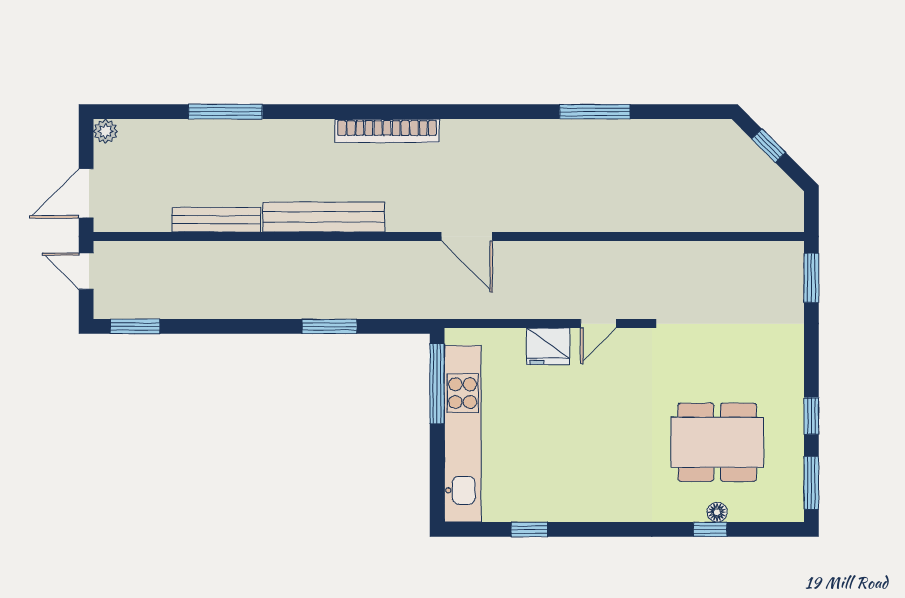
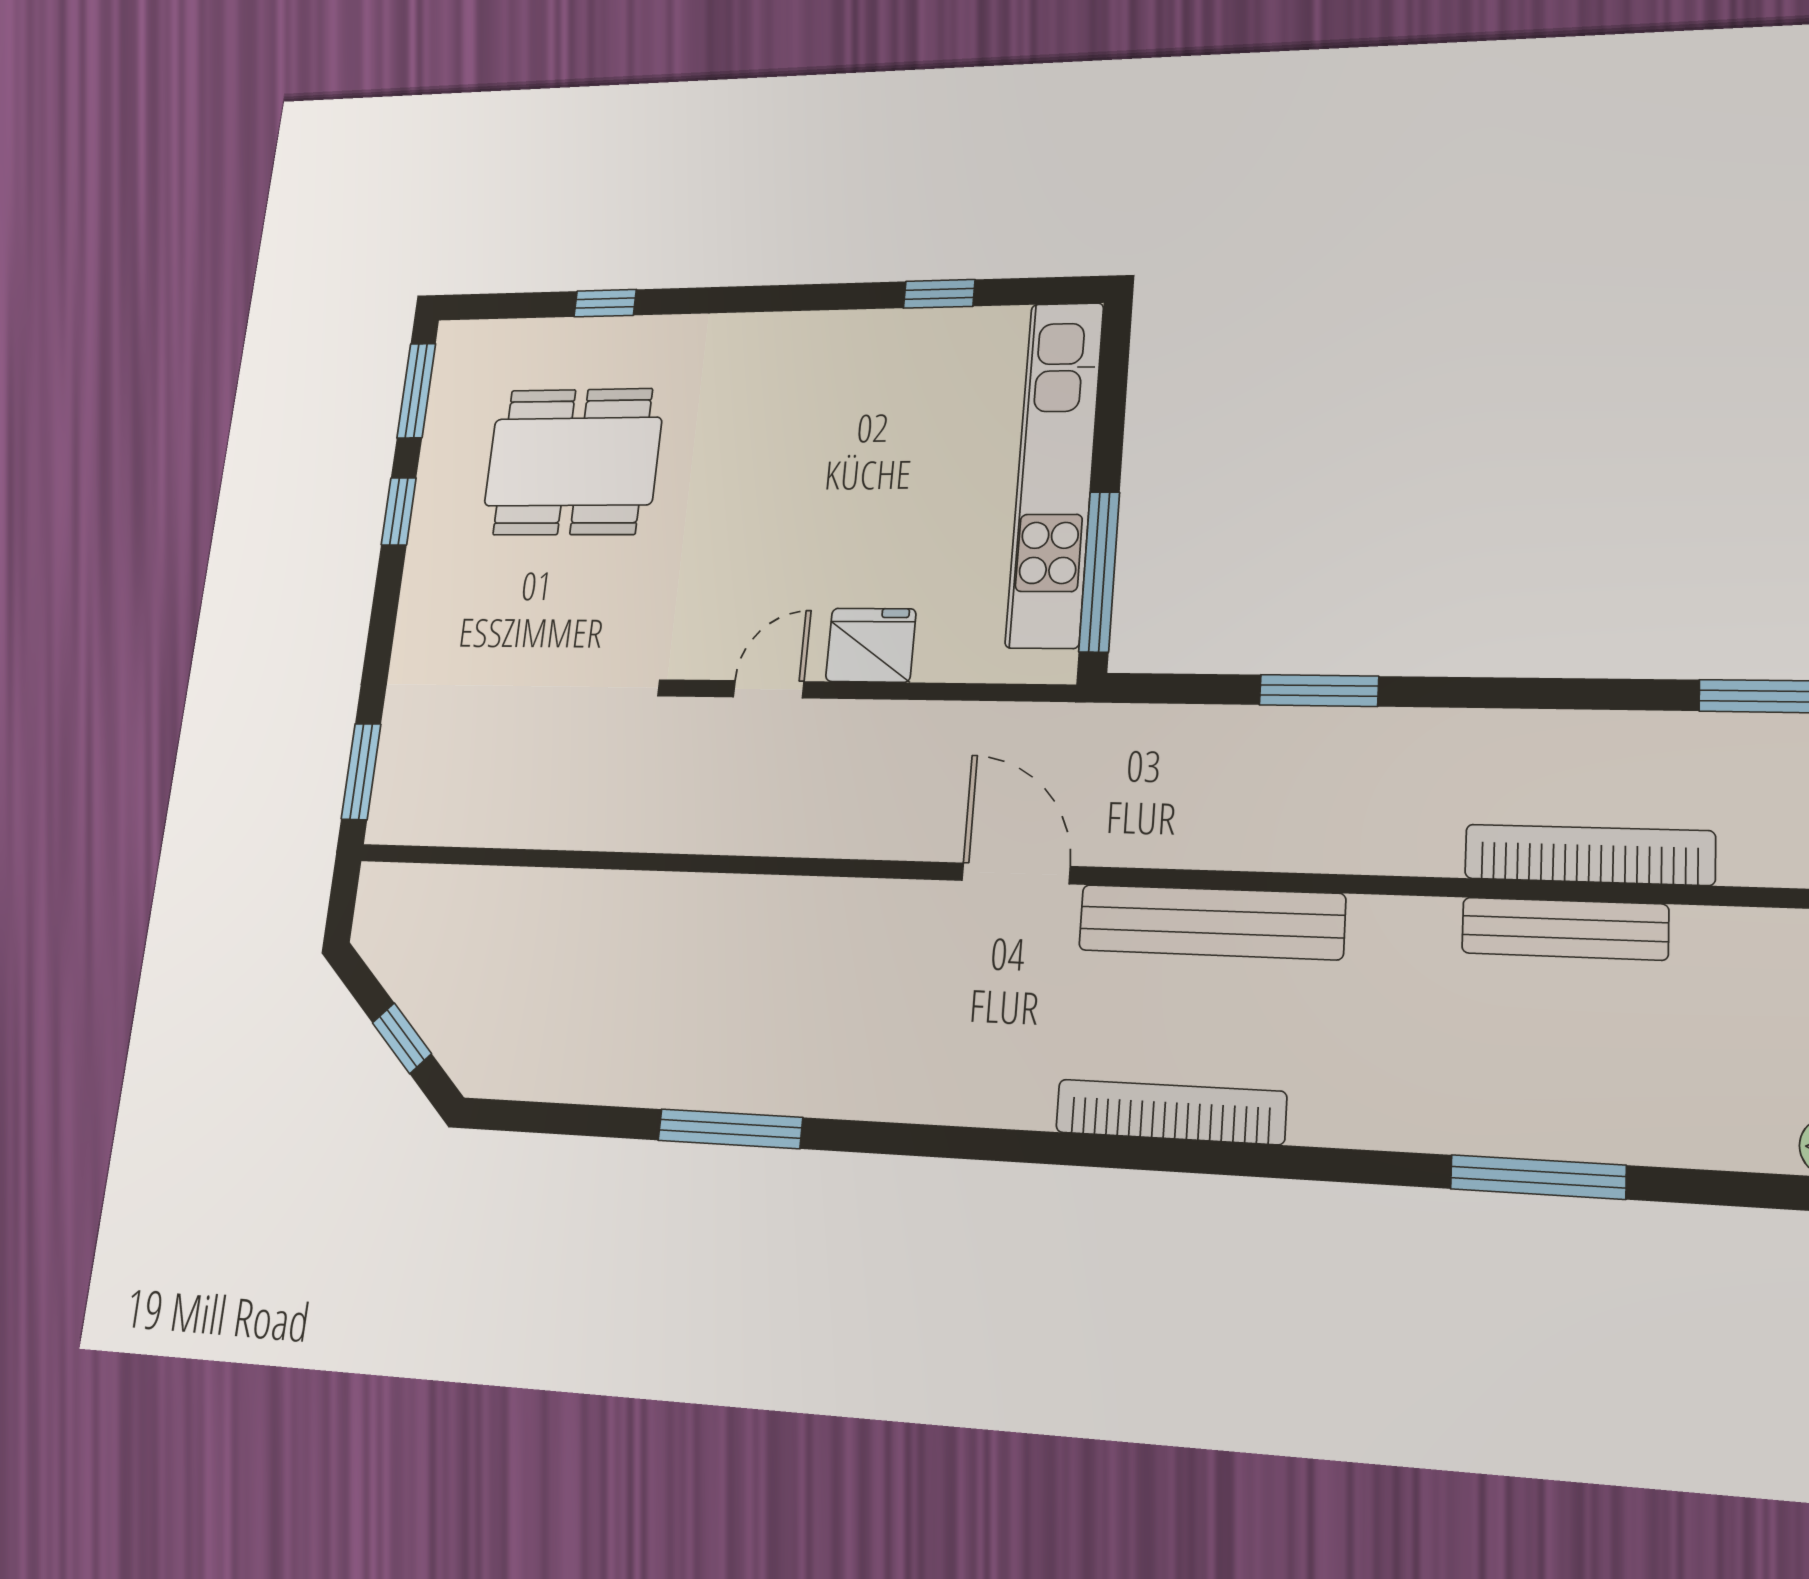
bench: (324, 217) -> (1211, 922), moved
bookcase: (206, 253) -> (1589, 855), added
floor lamp: (717, 512) -> (589, 334), removed

